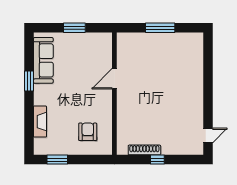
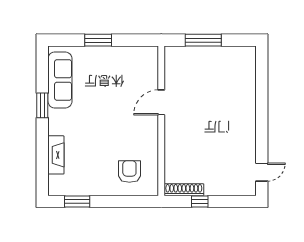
door: (114, 79) -> (161, 102), moved
wall: (114, 94) -> (161, 121), moved
armchair: (88, 132) -> (129, 171), moved

